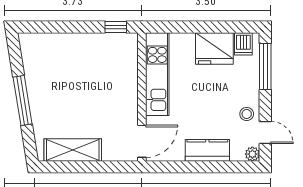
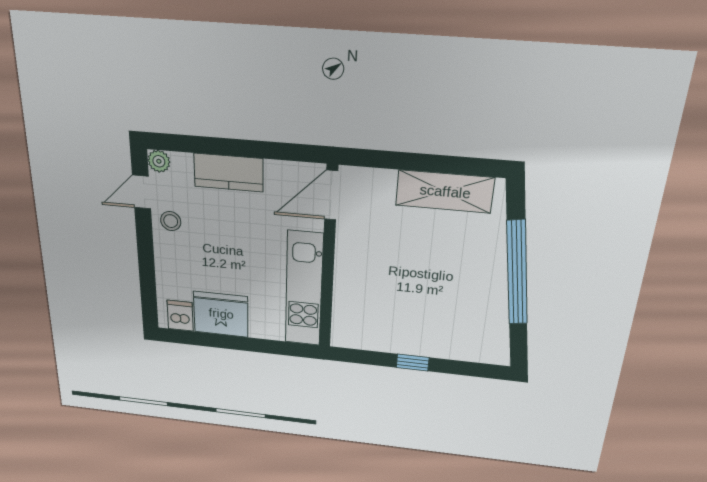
window: (116, 27) -> (413, 363), moved
window: (265, 66) -> (148, 283), removed
window: (23, 101) -> (517, 273), width x1.46
door: (265, 132) -> (142, 192), hinge flipped

